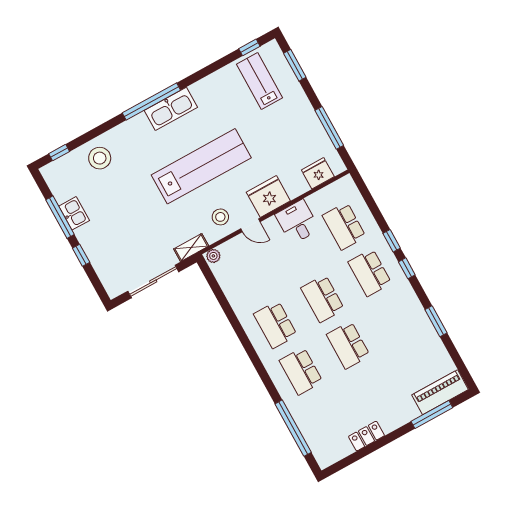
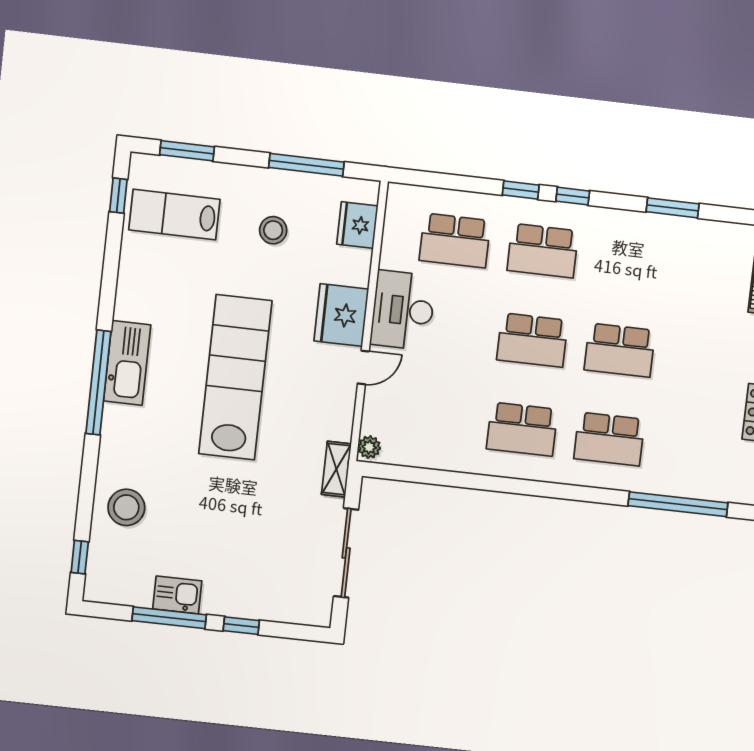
stool: (220, 217) -> (273, 230), moved
desk: (297, 222) -> (403, 310), width x1.37

